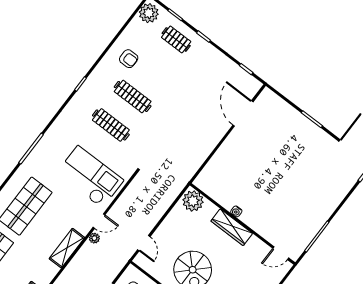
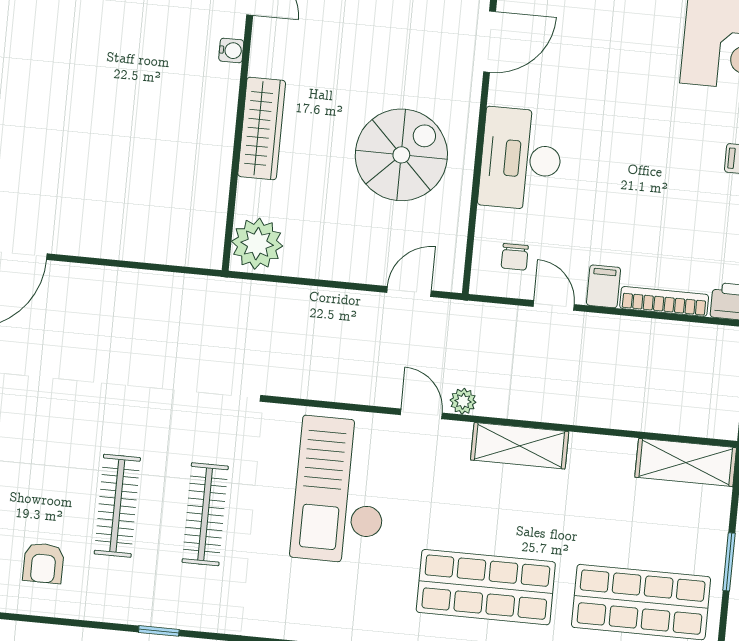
armchair: (129, 59) -> (43, 563), turned 180
water cooler: (236, 211) -> (231, 50), moved

